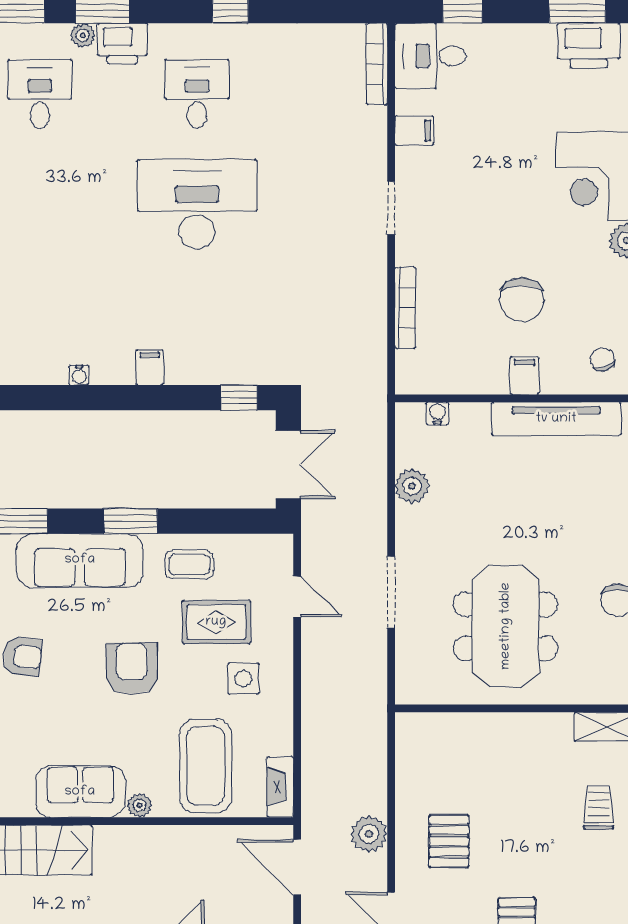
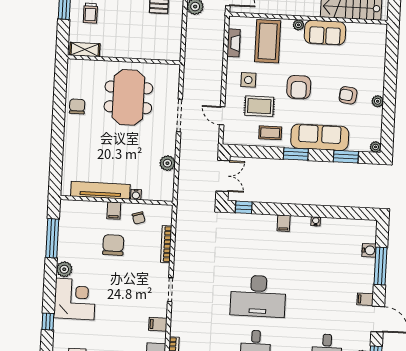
chair: (603, 360) -> (139, 218), moved
water cooler: (437, 413) -> (136, 195), moved
double door: (288, 464) -> (223, 176), swing flipped
fireplace: (280, 787) -> (234, 43), moved

